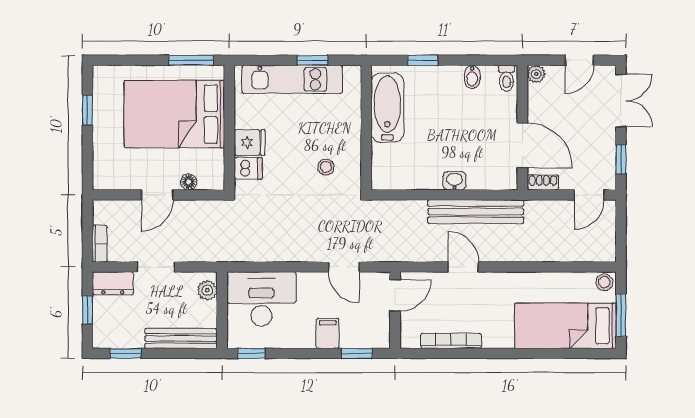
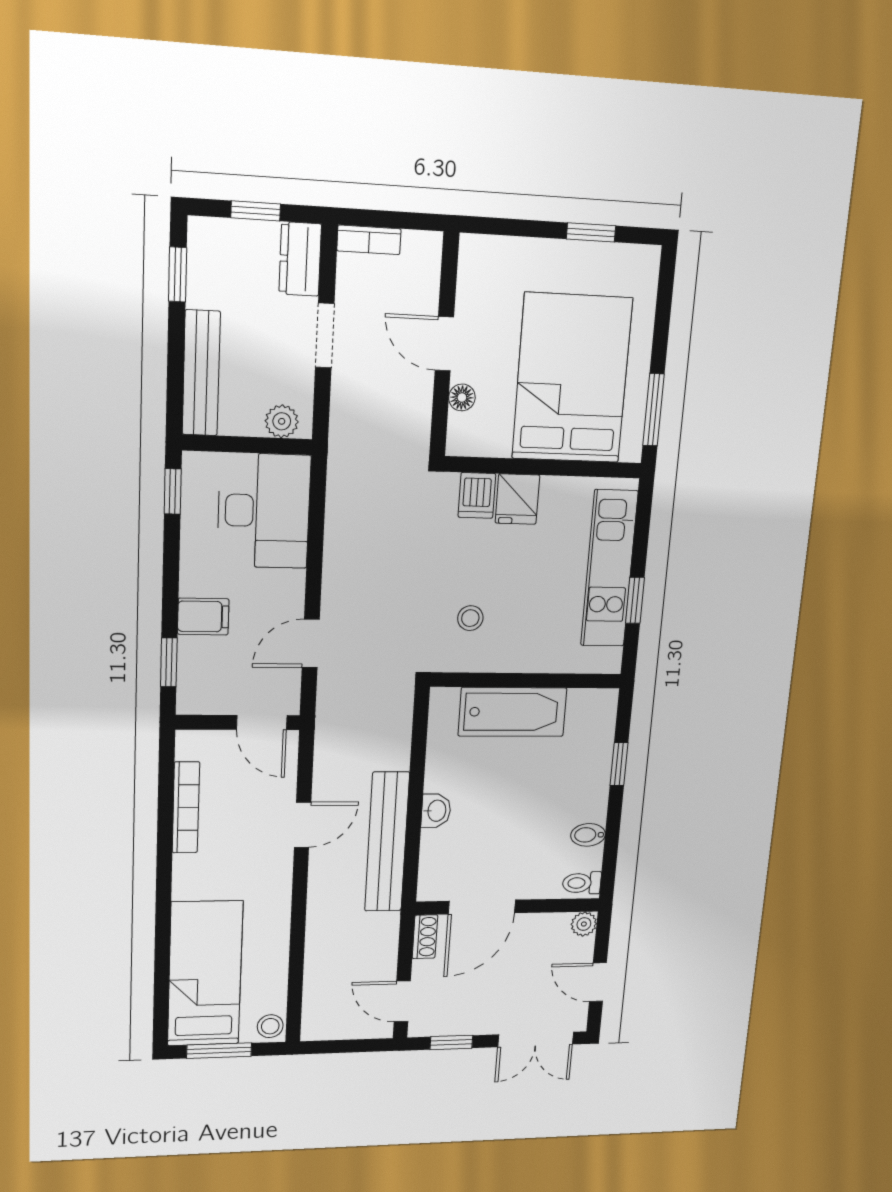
bathtub: (387, 108) -> (513, 712), moved

